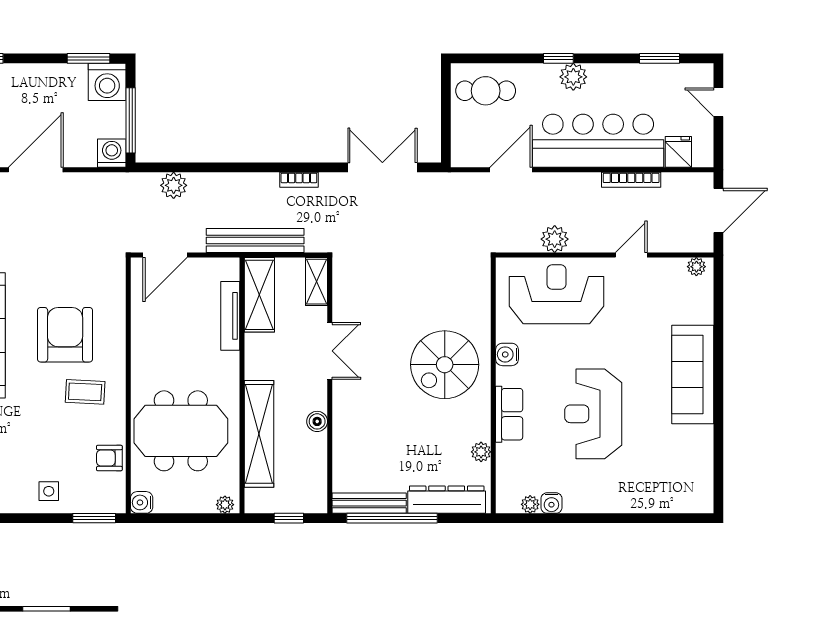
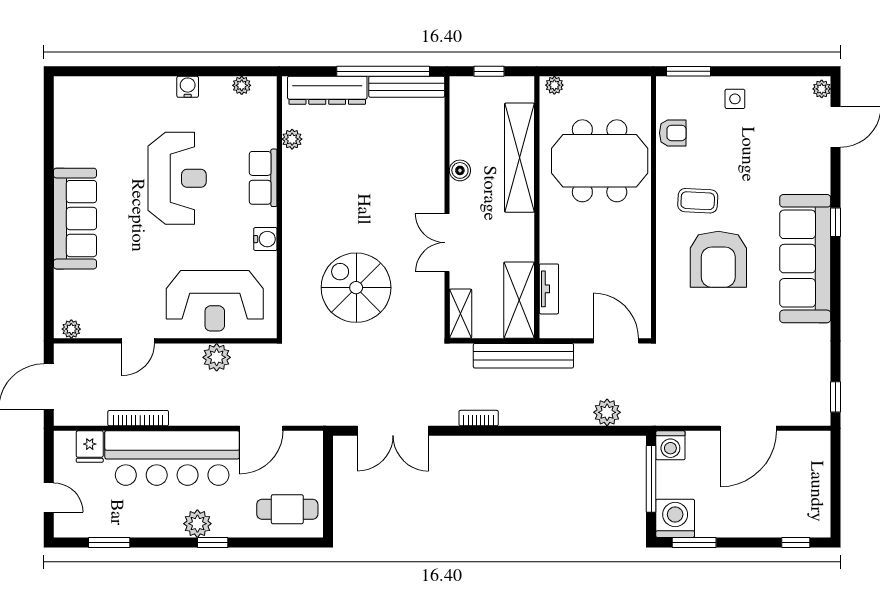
door: (165, 255) -> (616, 341), hinge flipped
tv unit: (230, 316) -> (549, 289), width x0.71
spiral stairs: (445, 365) -> (356, 288), moved, turned -90
water cooler: (142, 502) -> (640, 87), removed
water cooler: (551, 503) -> (188, 87), moved

